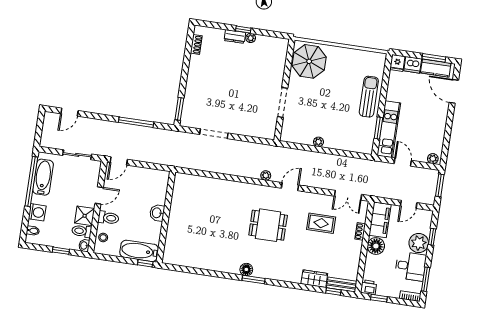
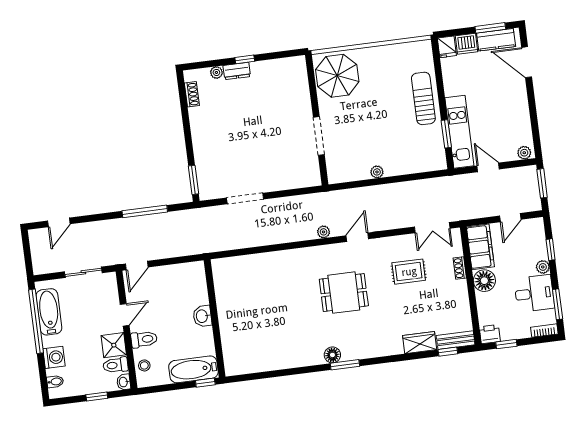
plant: (251, 38) -> (216, 72), moved
plant: (419, 243) -> (543, 267), width x0.53, depth x0.53

